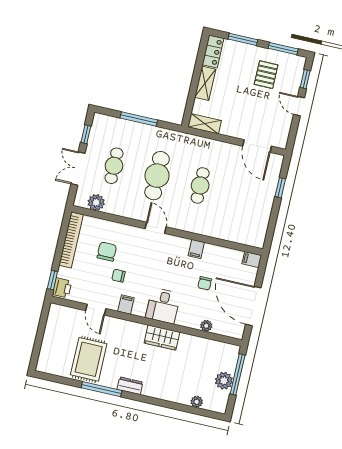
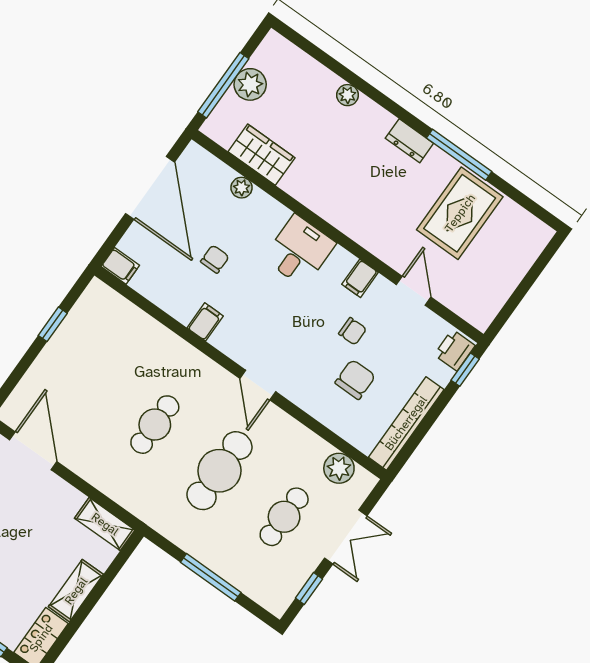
window: (280, 188) -> (53, 324), moved
chair: (107, 252) -> (355, 379), turned 180
wardrobe: (162, 338) -> (261, 155), moved
plant: (197, 402) -> (348, 95), moved

